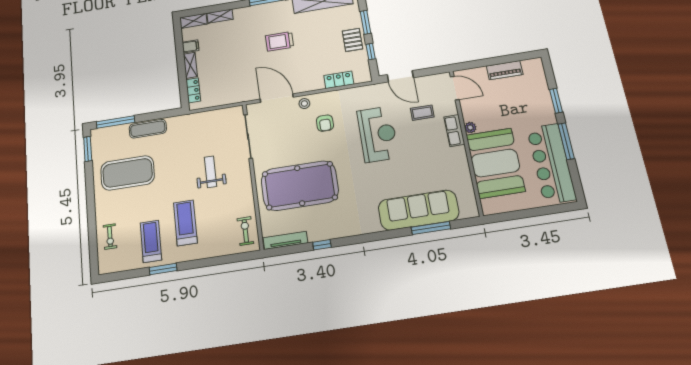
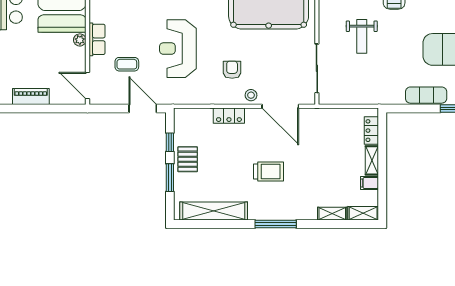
locker: (339, 80) -> (229, 116), moved

